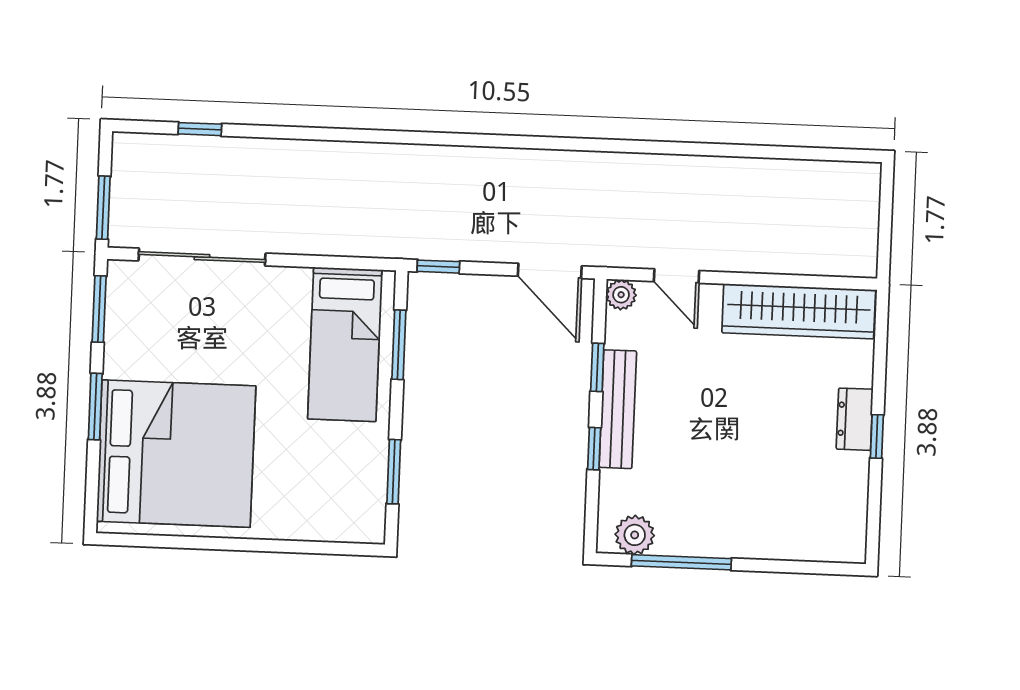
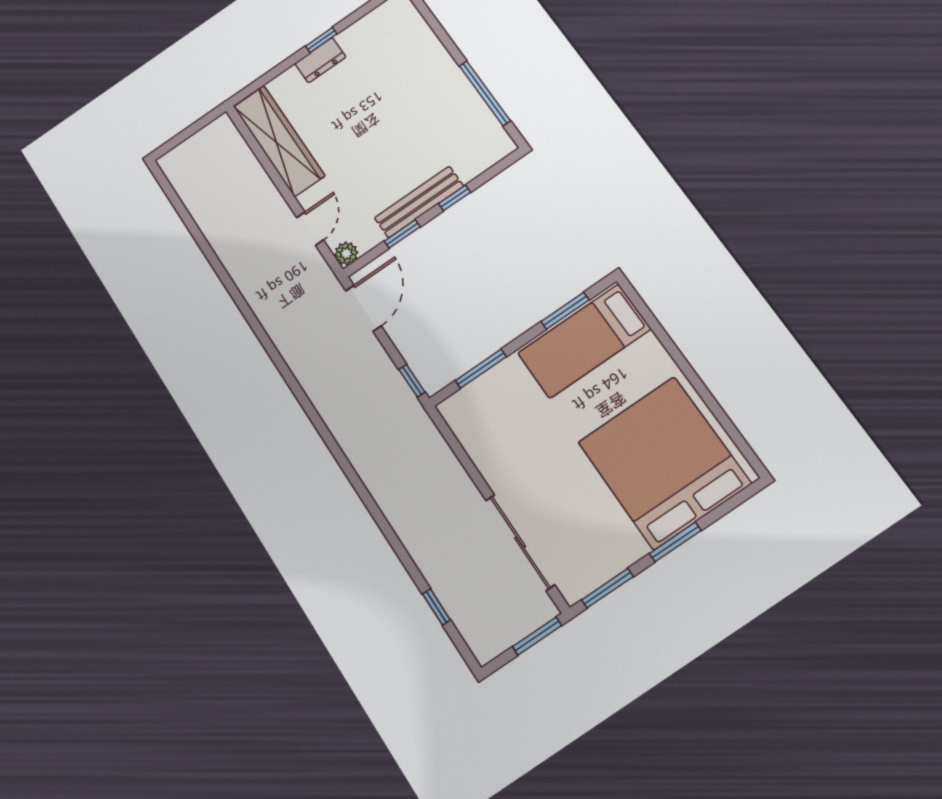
bed: (345, 344) -> (584, 341), moved, turned 180
plant: (635, 535) -> (490, 133), removed

